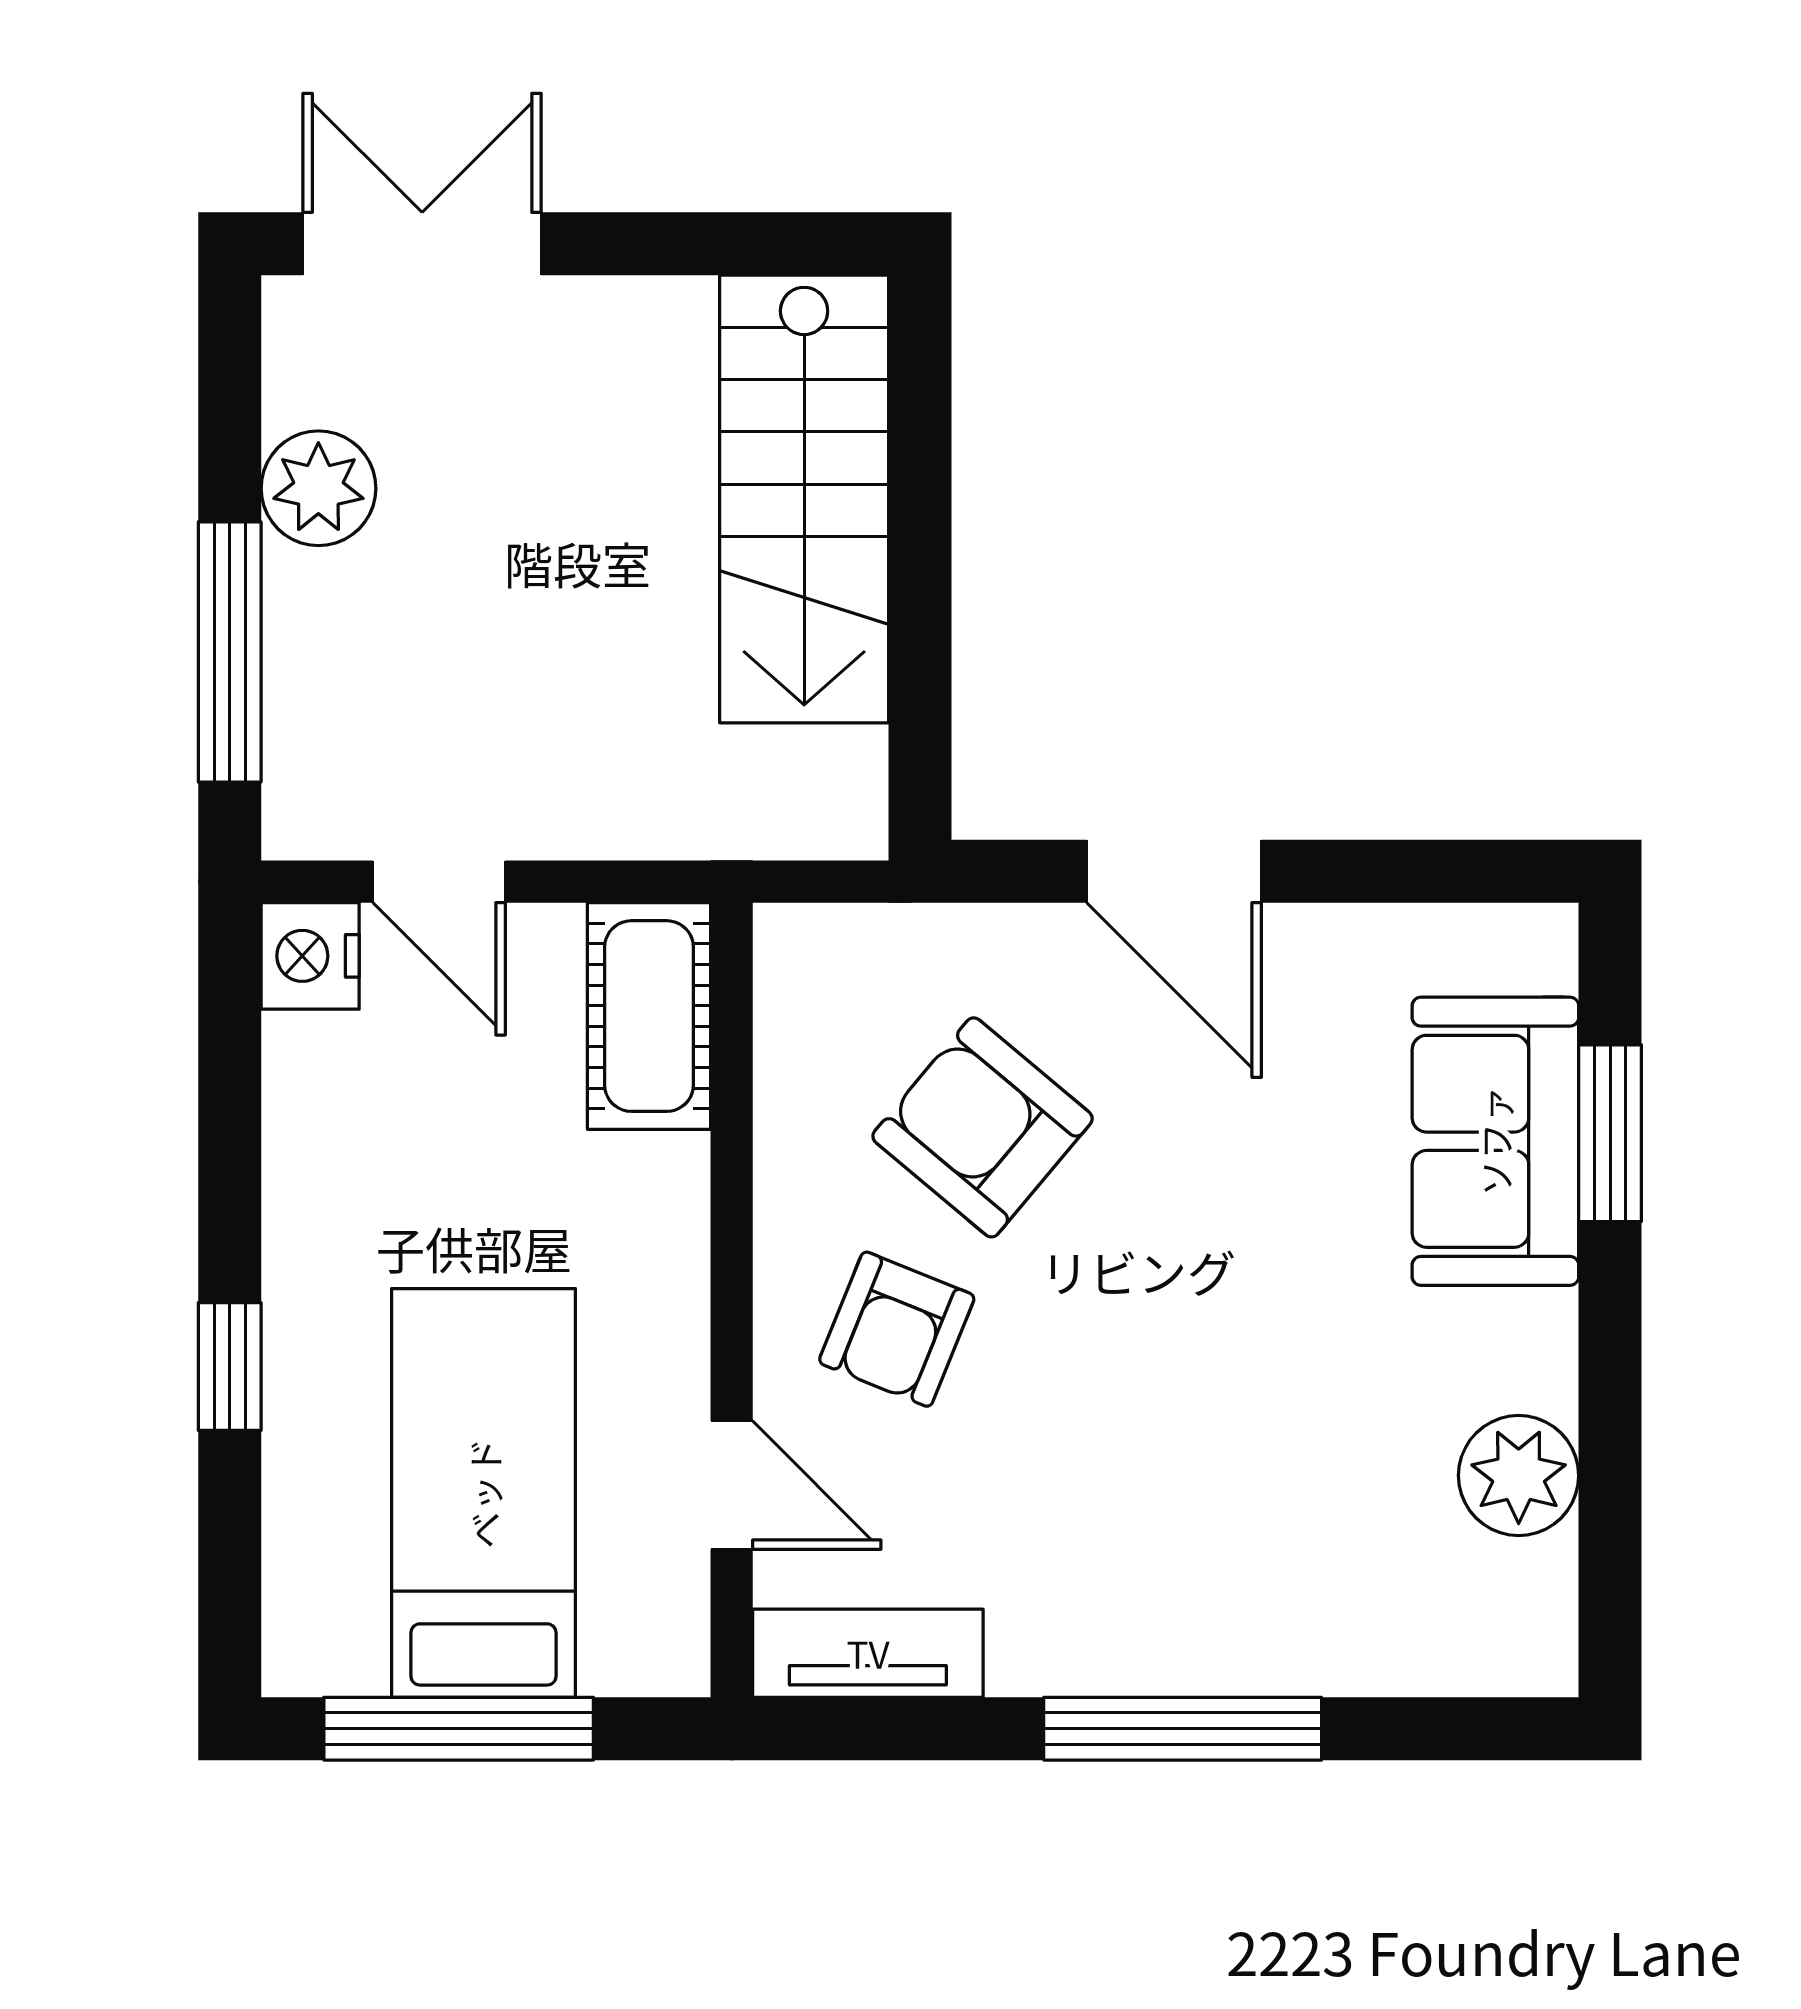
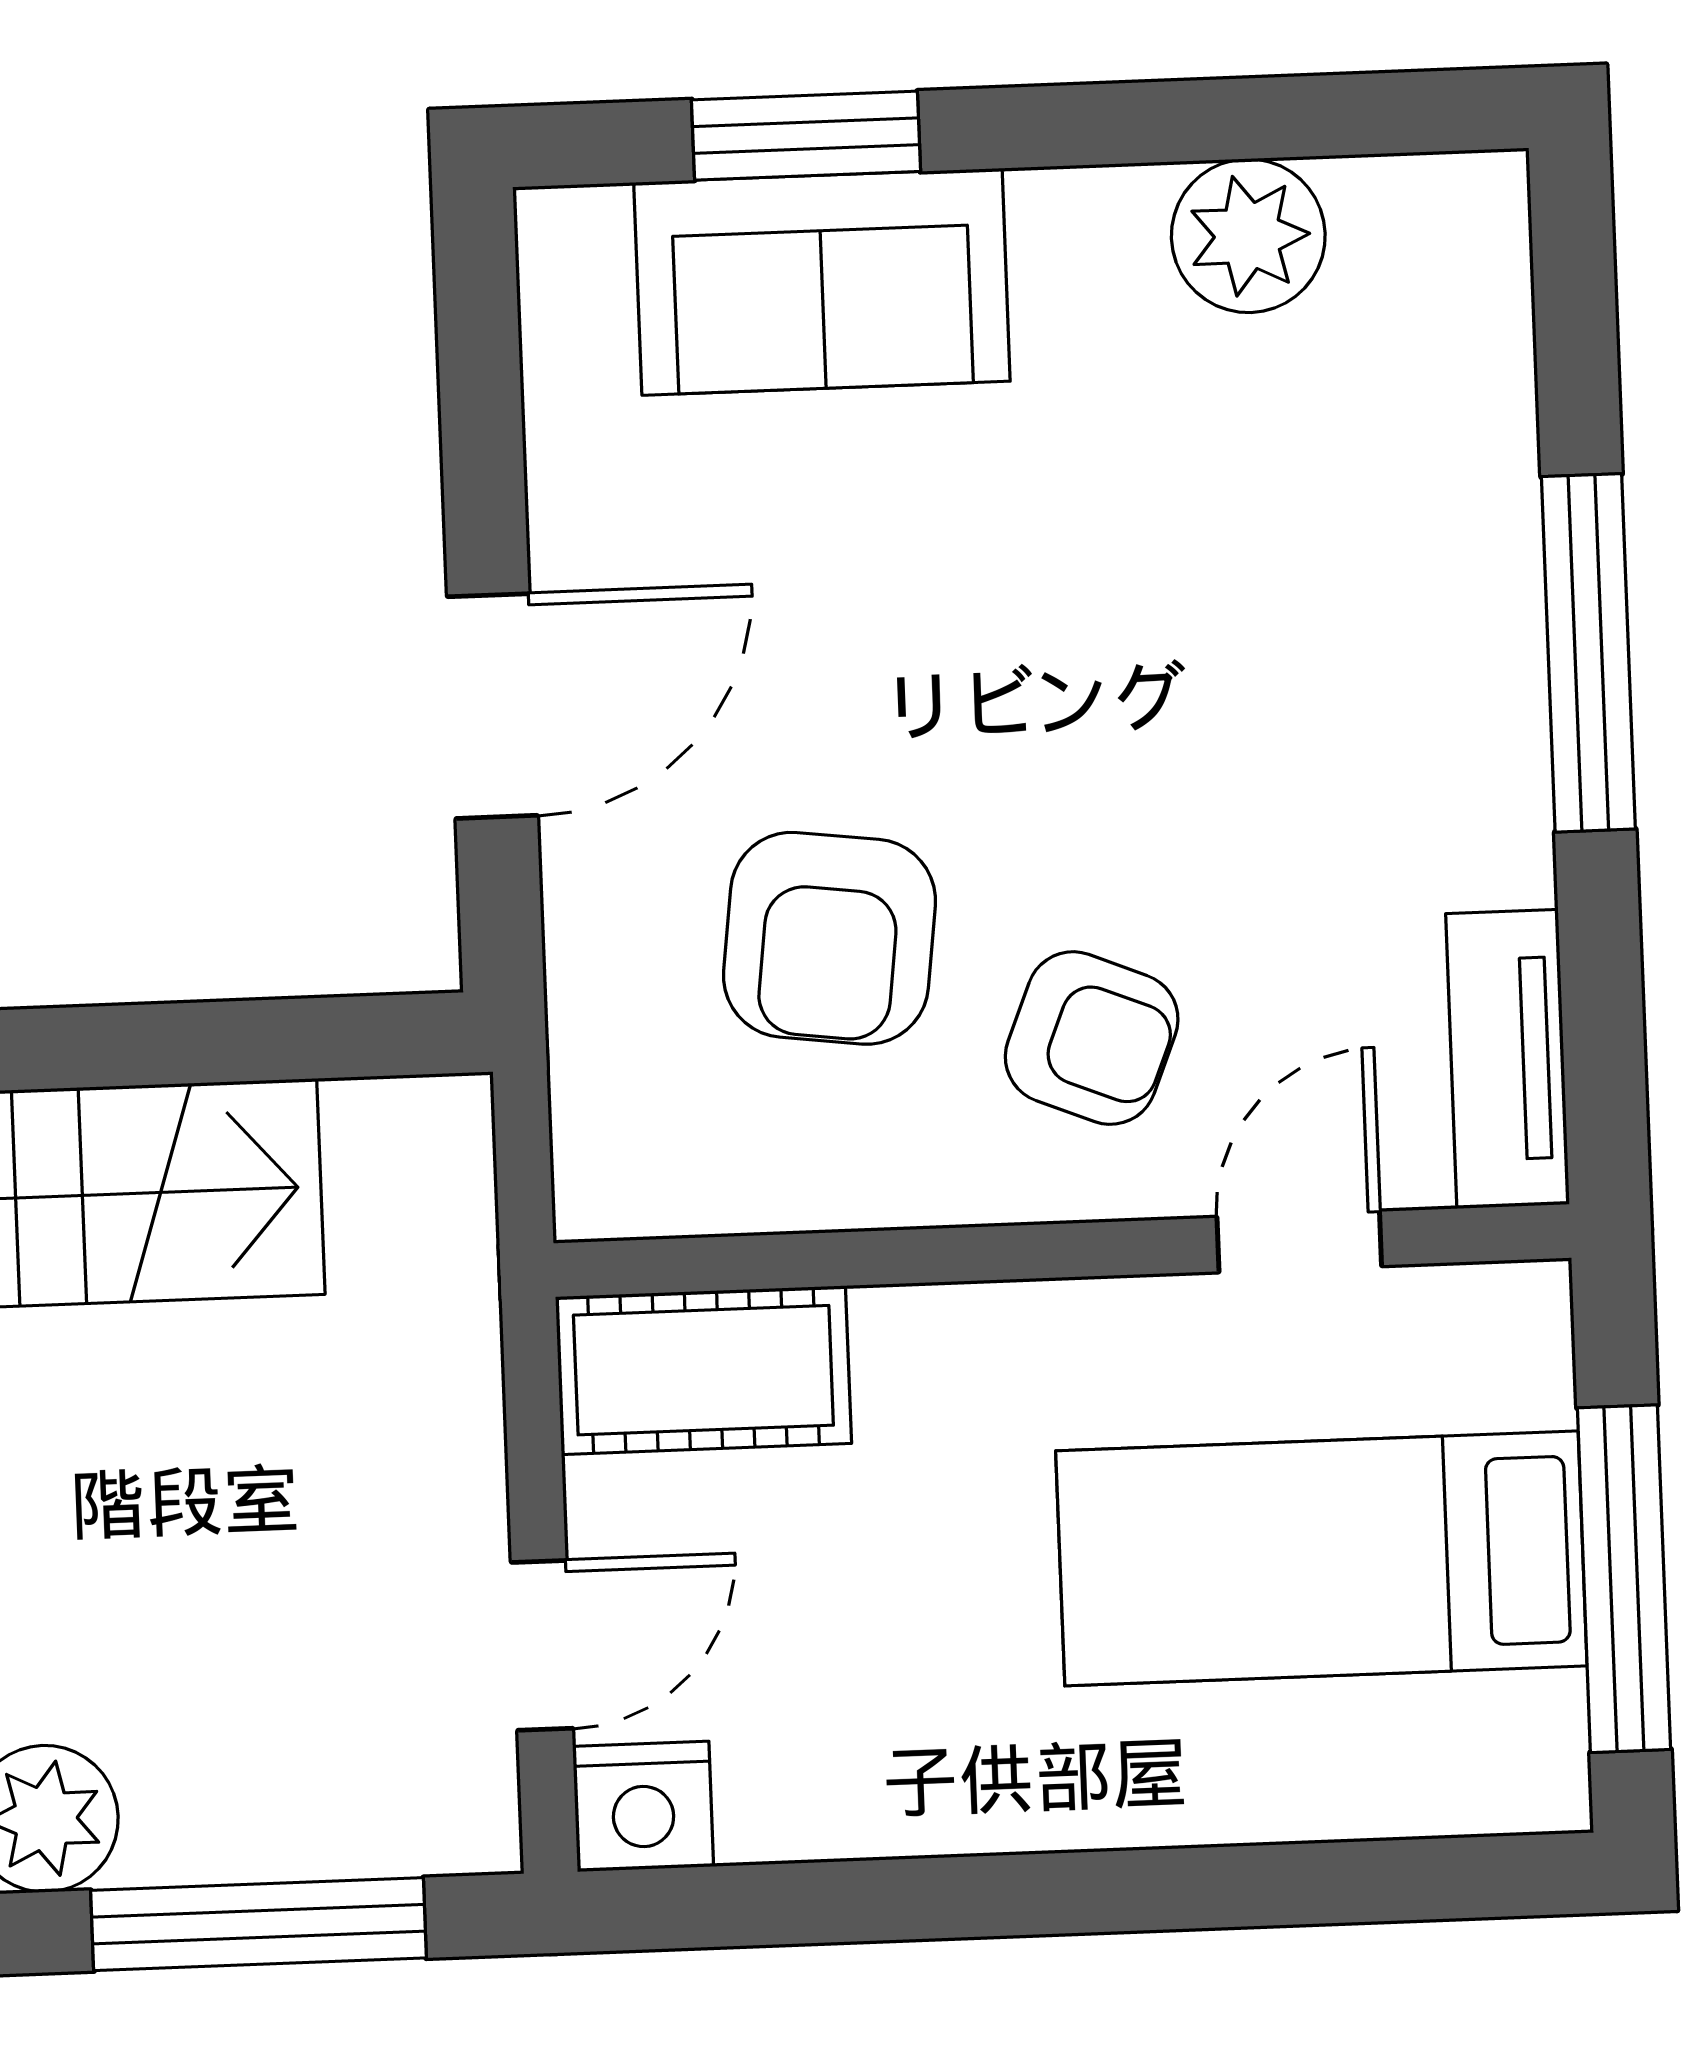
armchair: (983, 1127) -> (829, 938), turned -33
window: (230, 1367) -> (1172, 1889), removed

